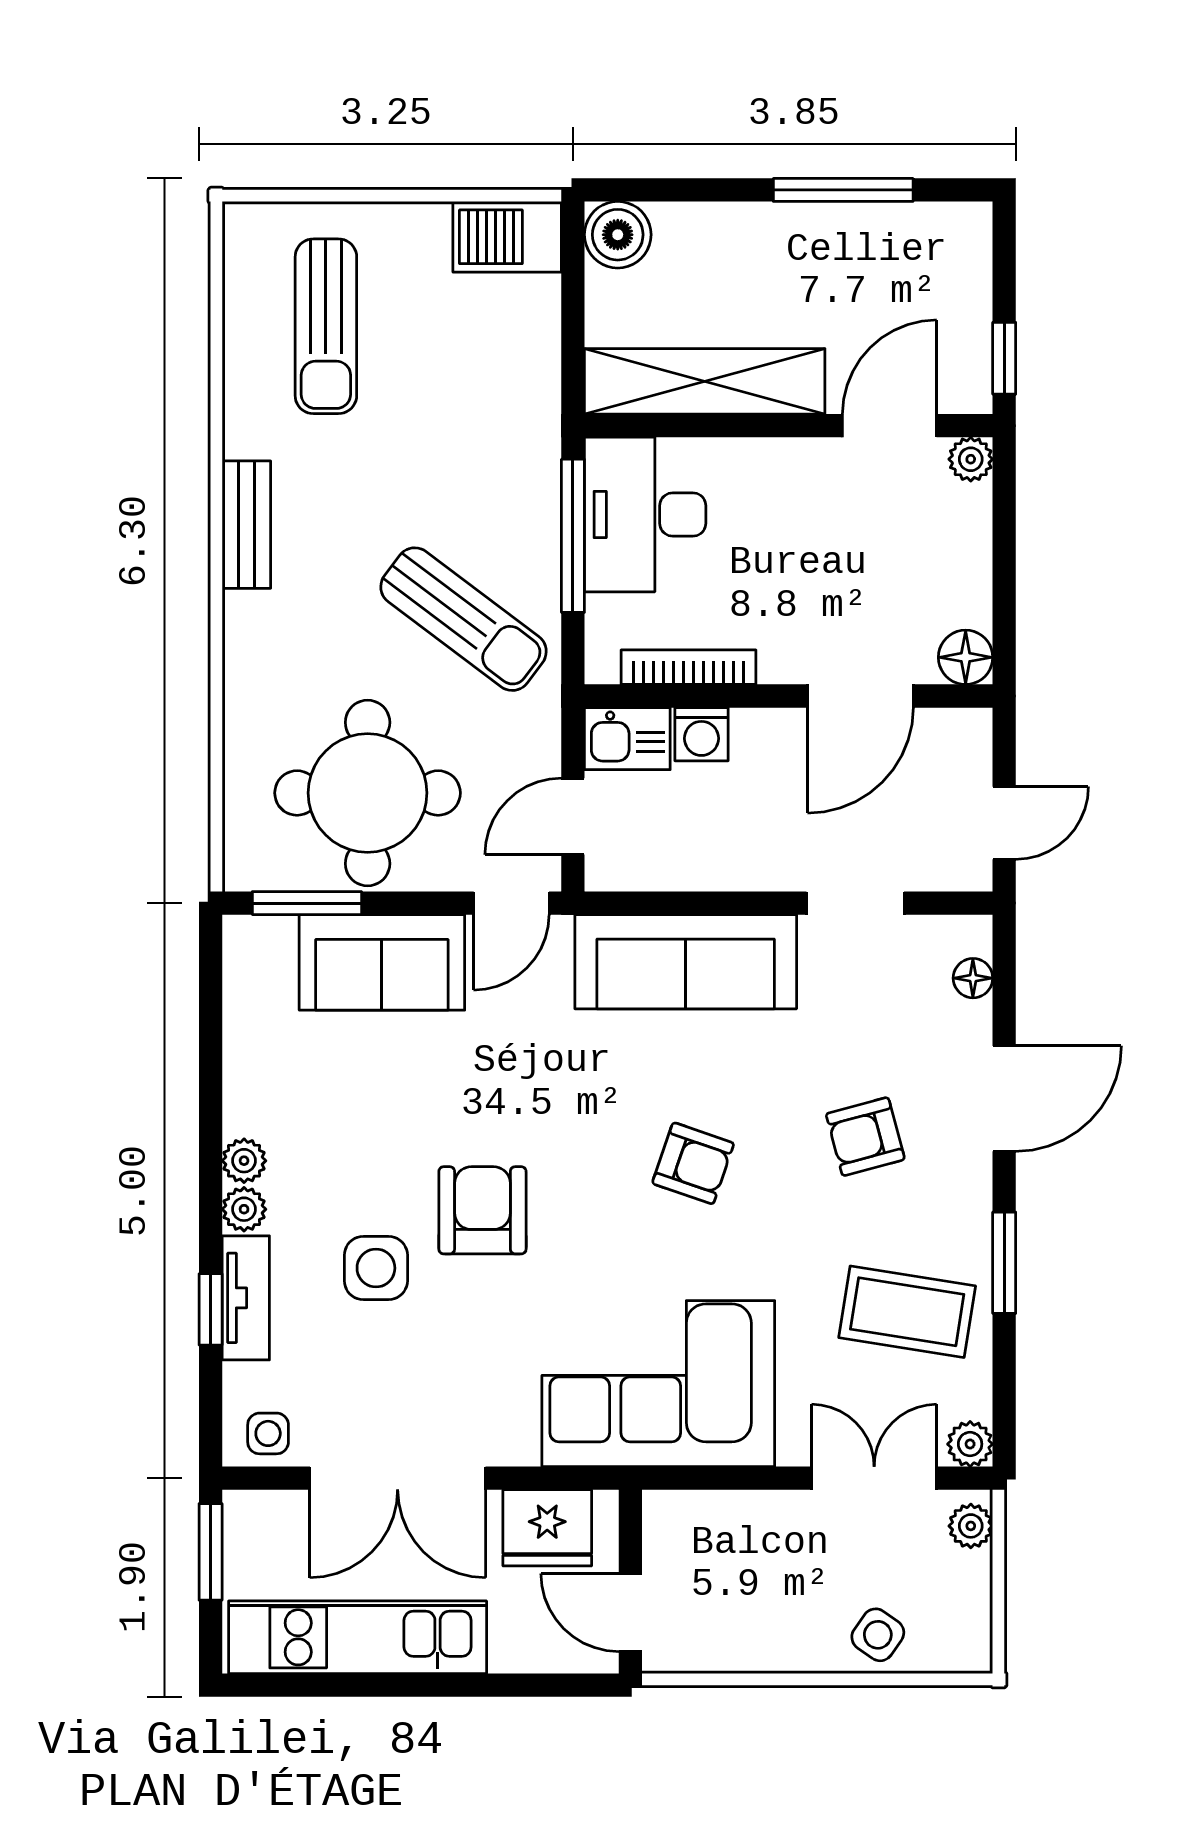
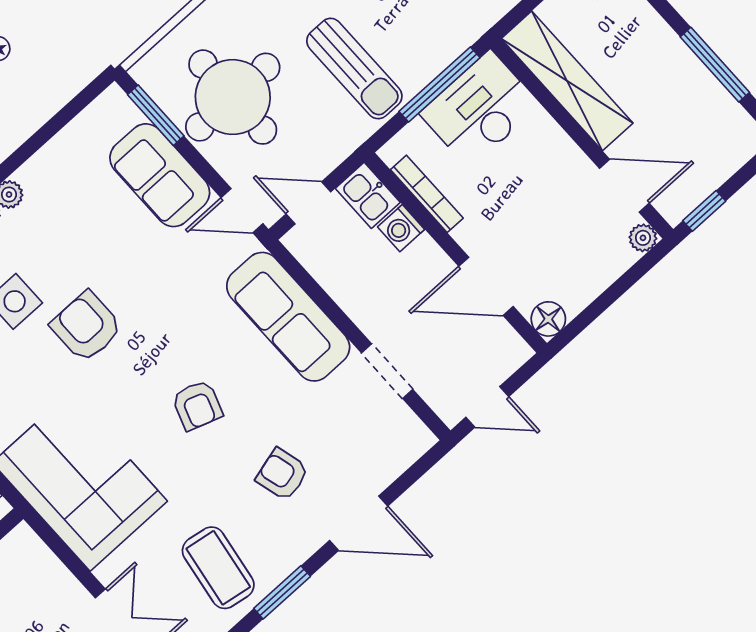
sun lounger: (463, 619) -> (354, 69), turned -37
floor lamp: (973, 978) -> (402, 458), removed
armchair: (482, 1210) -> (86, 327), turned -90

